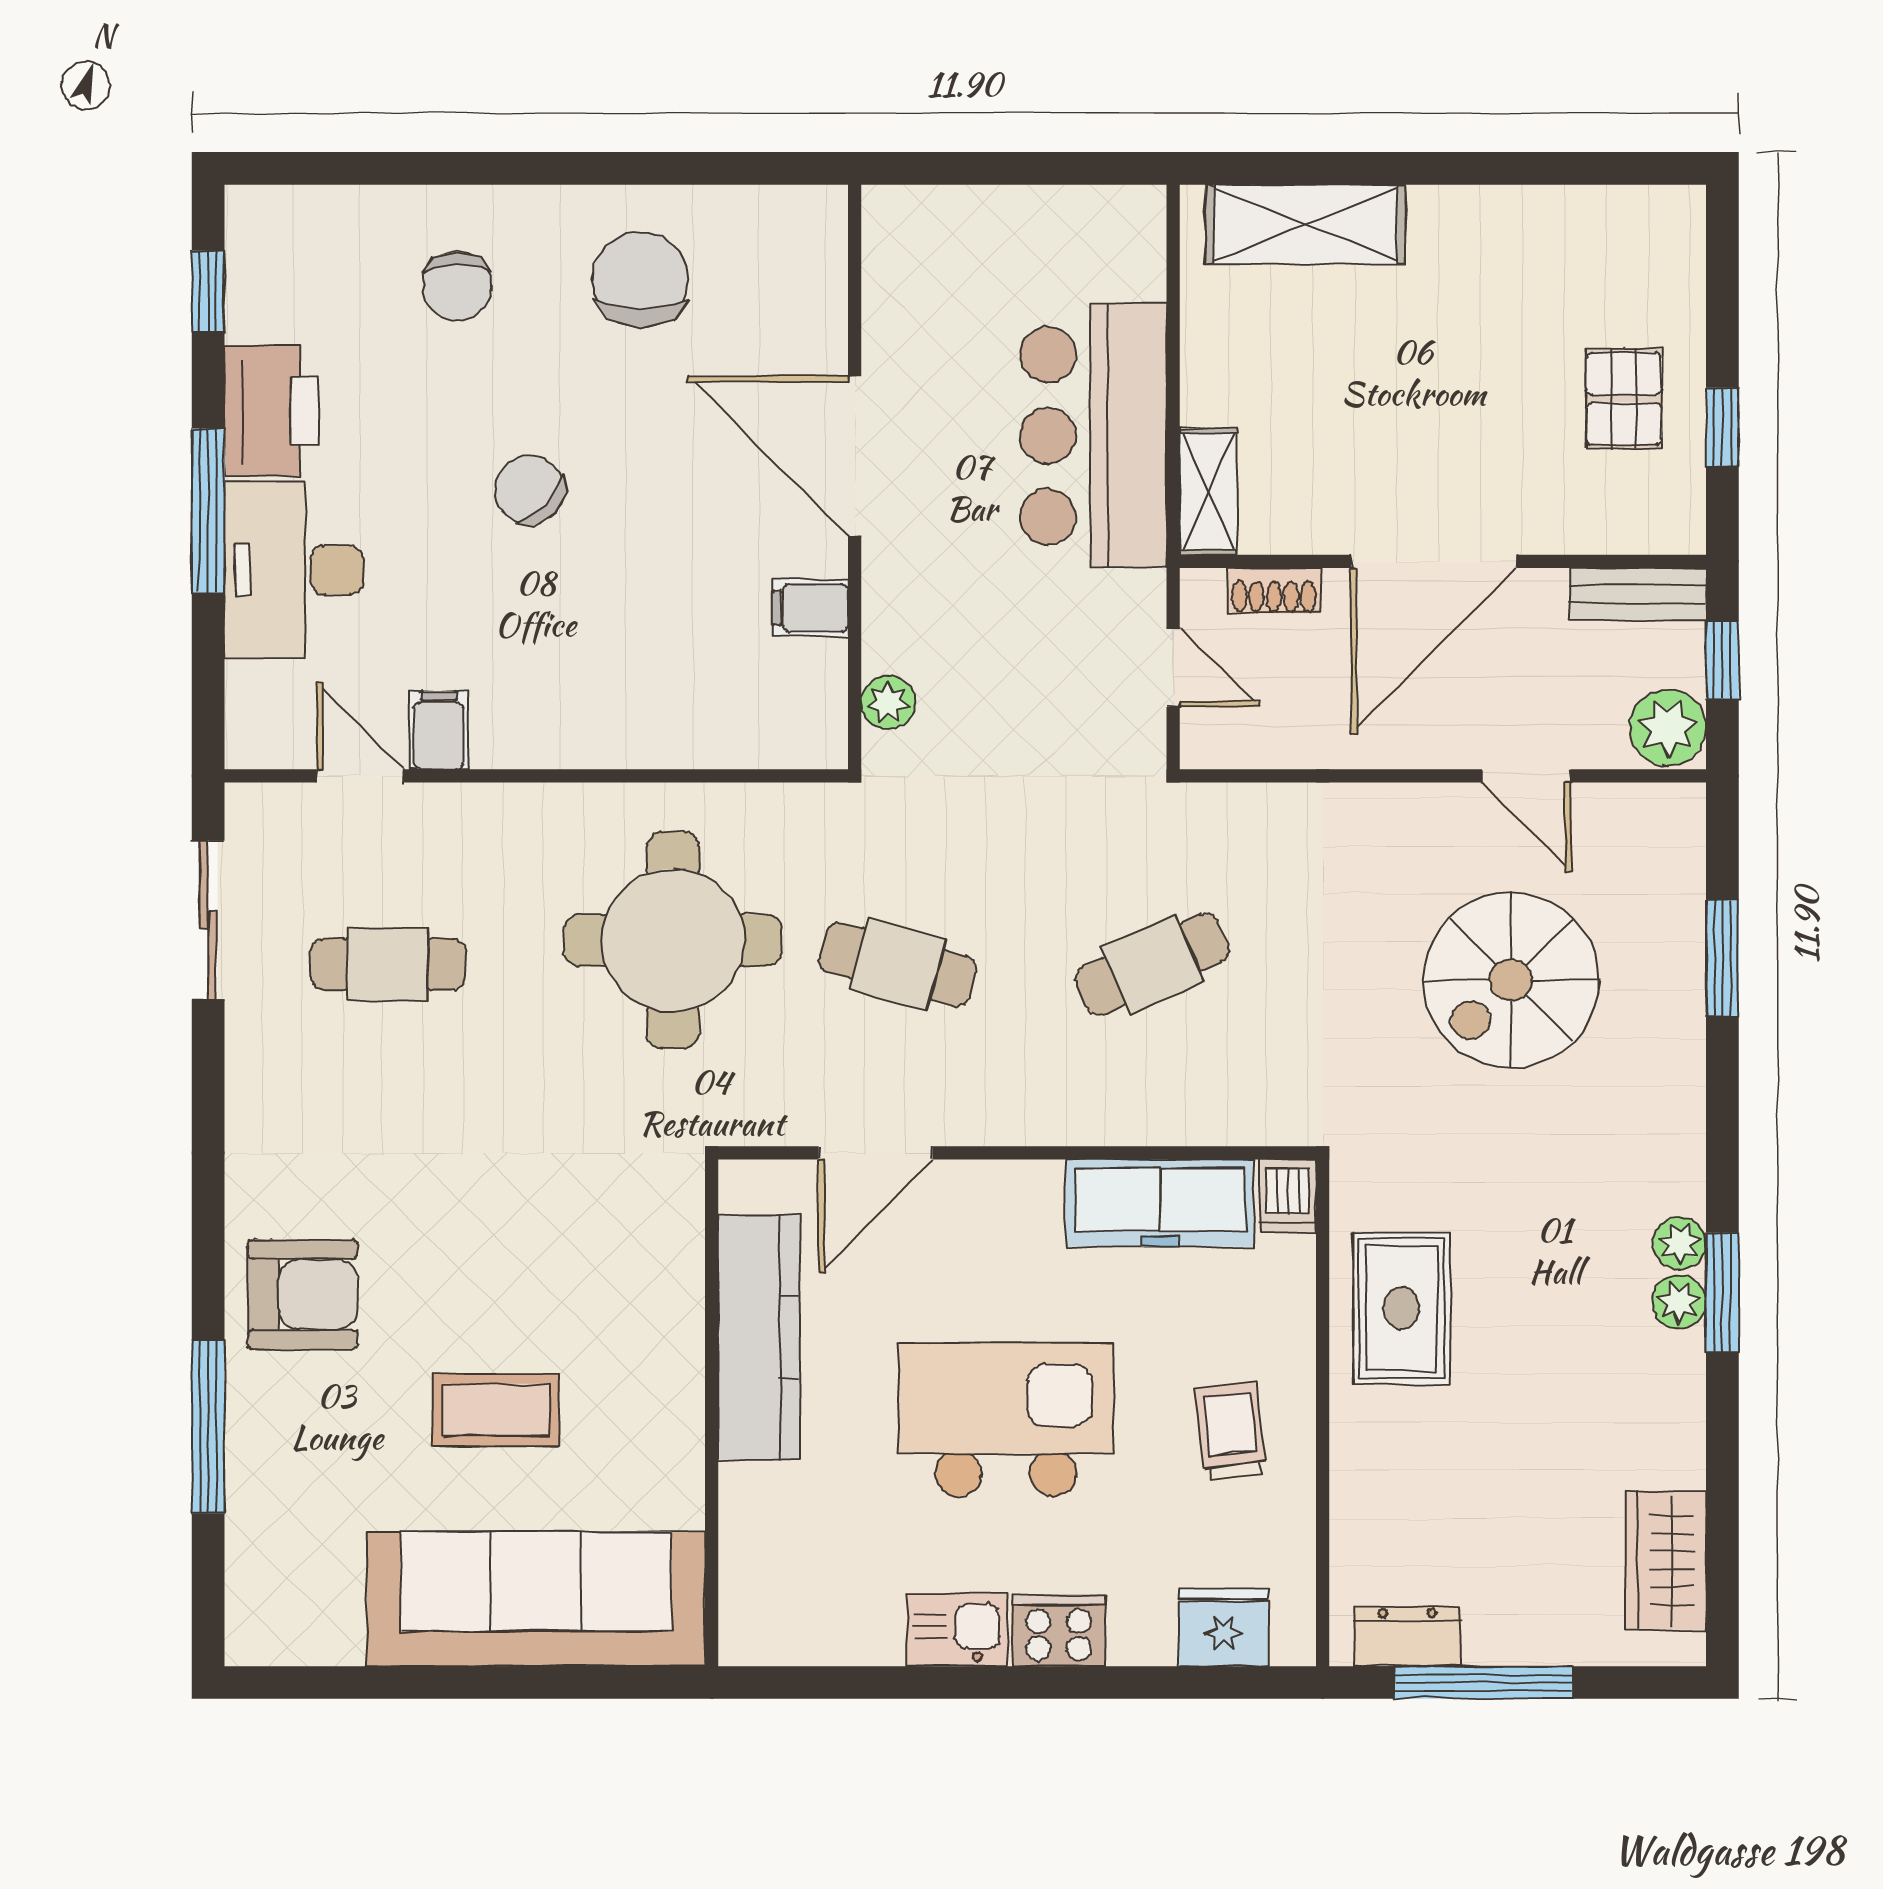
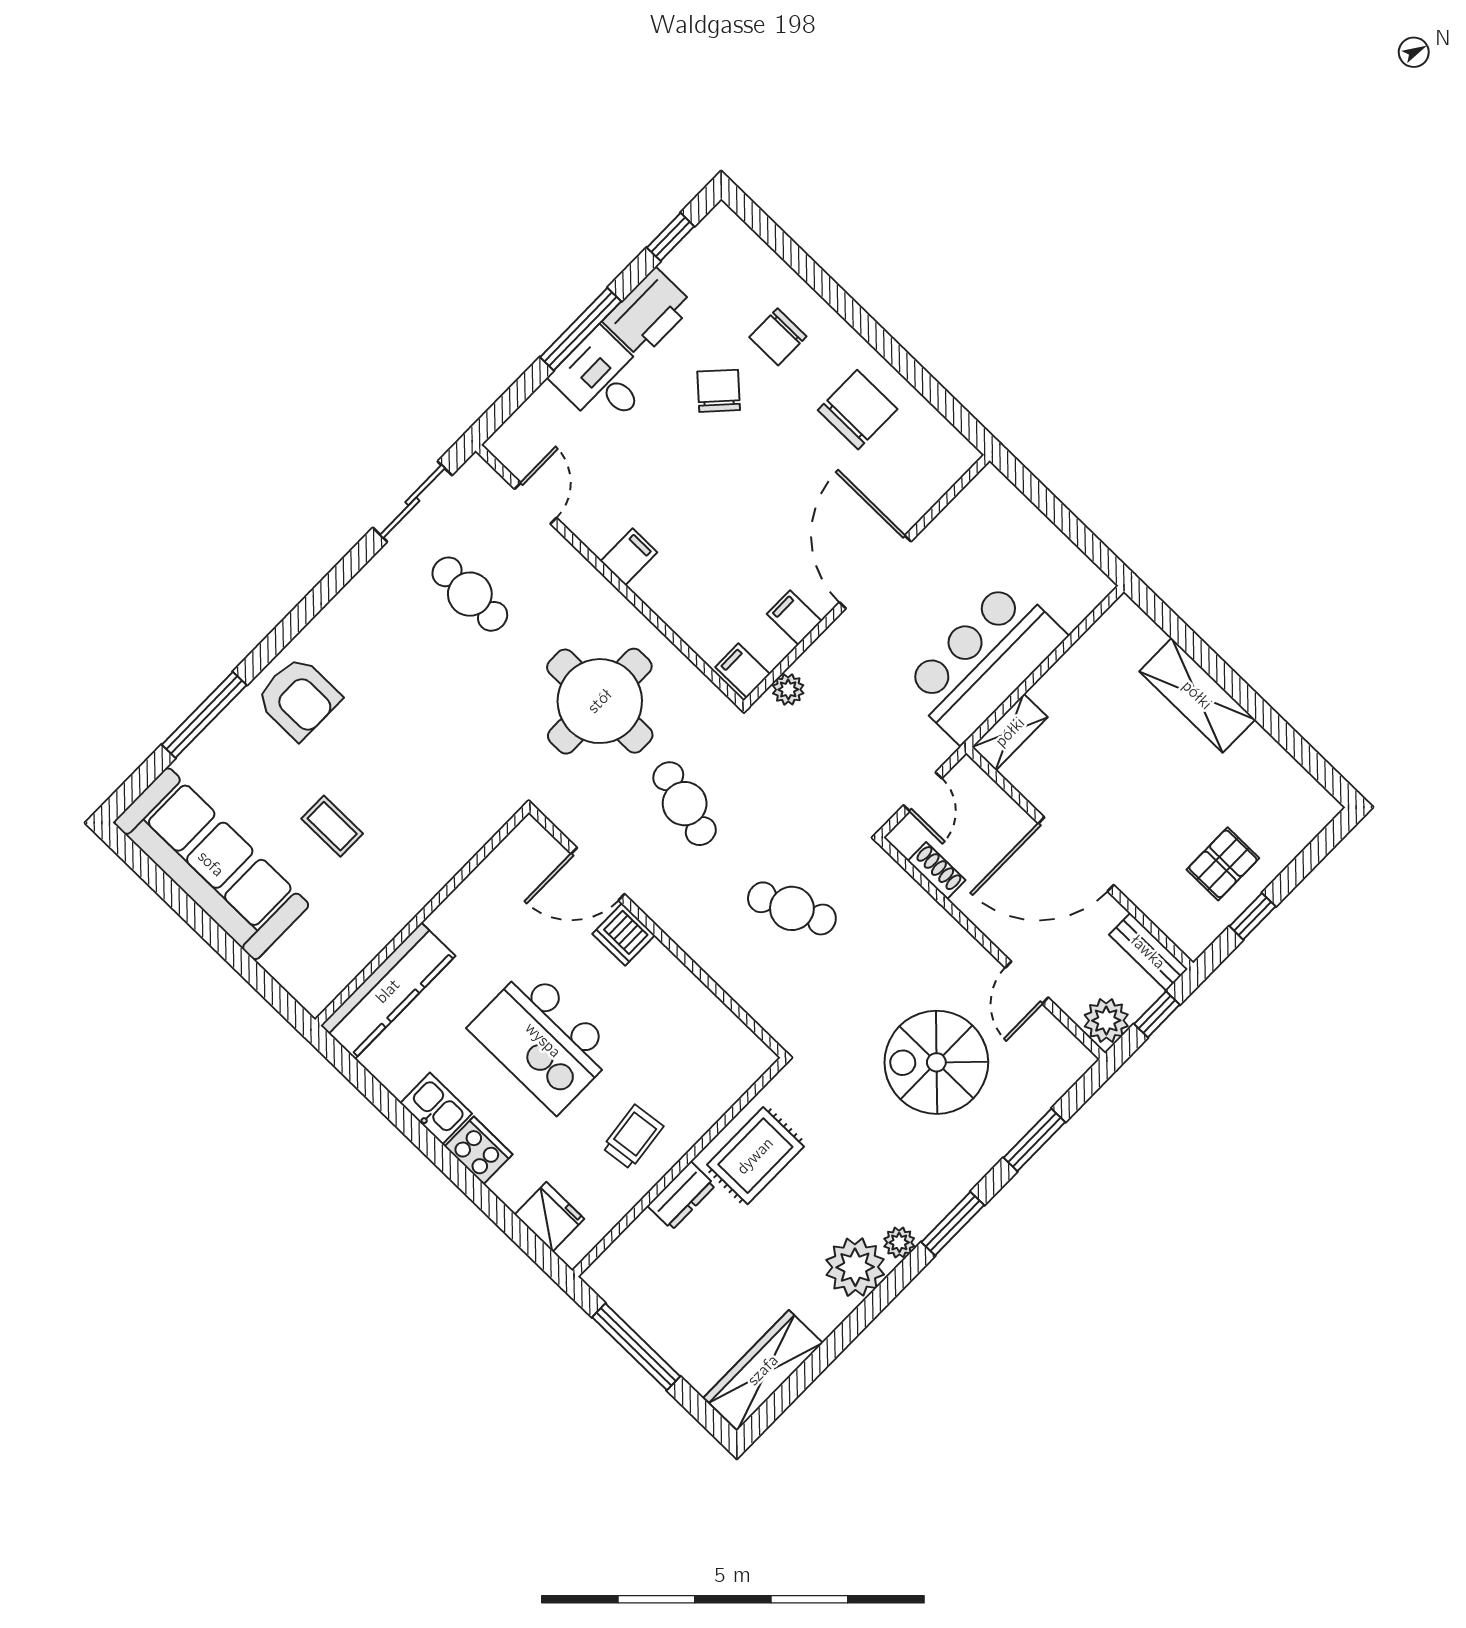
shelving: (1305, 224) -> (1197, 695), moved
chair: (529, 490) -> (719, 391), moved
desk: (294, 570) -> (602, 379), width x0.73
shoe rack: (1274, 591) -> (937, 871), moved, turned 180
filing cabinet: (439, 730) -> (629, 557), moved
filing cabinet: (811, 734) -> (743, 671), added
dishwasher: (1288, 1196) -> (624, 934), moved, width x1.38
freezer: (1160, 1203) -> (697, 1012), removed
window: (1722, 1293) -> (953, 1224), moved
plant: (1679, 1302) -> (855, 1267), width x1.87, depth x1.87
kitchen counter: (759, 1337) -> (388, 991), moved
coffee table: (496, 1410) -> (332, 826), width x0.73, depth x0.77
kitchen island: (1006, 1420) -> (543, 1040), turned 180
wardrobe: (1666, 1560) -> (763, 1370), width x1.50
sofa: (536, 1599) -> (211, 864), moved
dresser: (1407, 1636) -> (681, 1196), moved, turned 90

